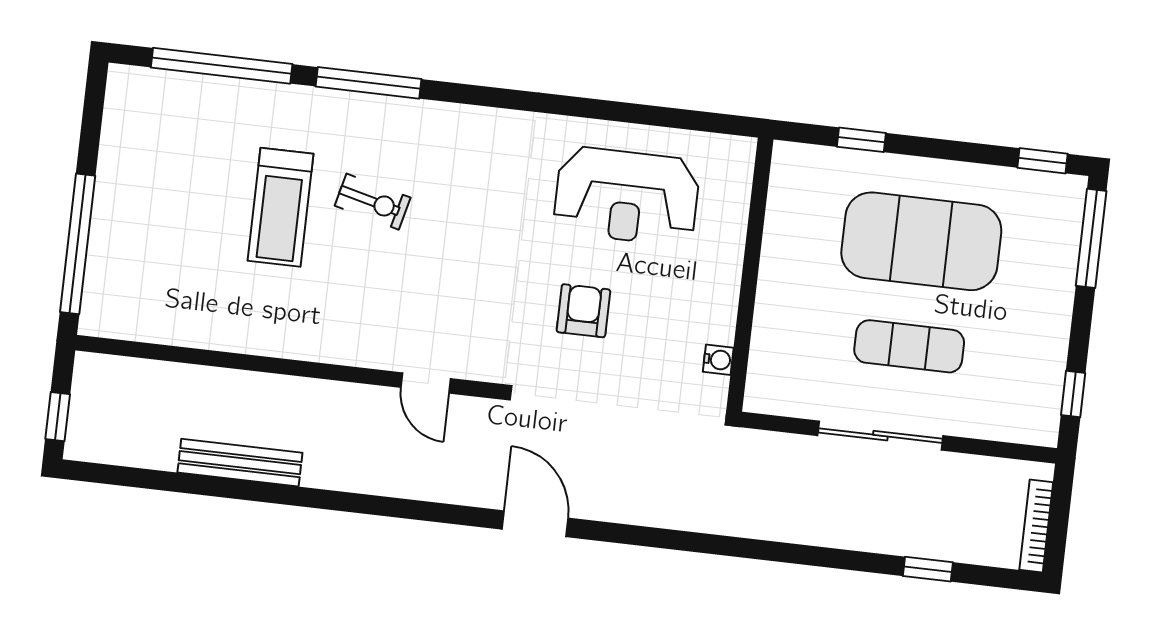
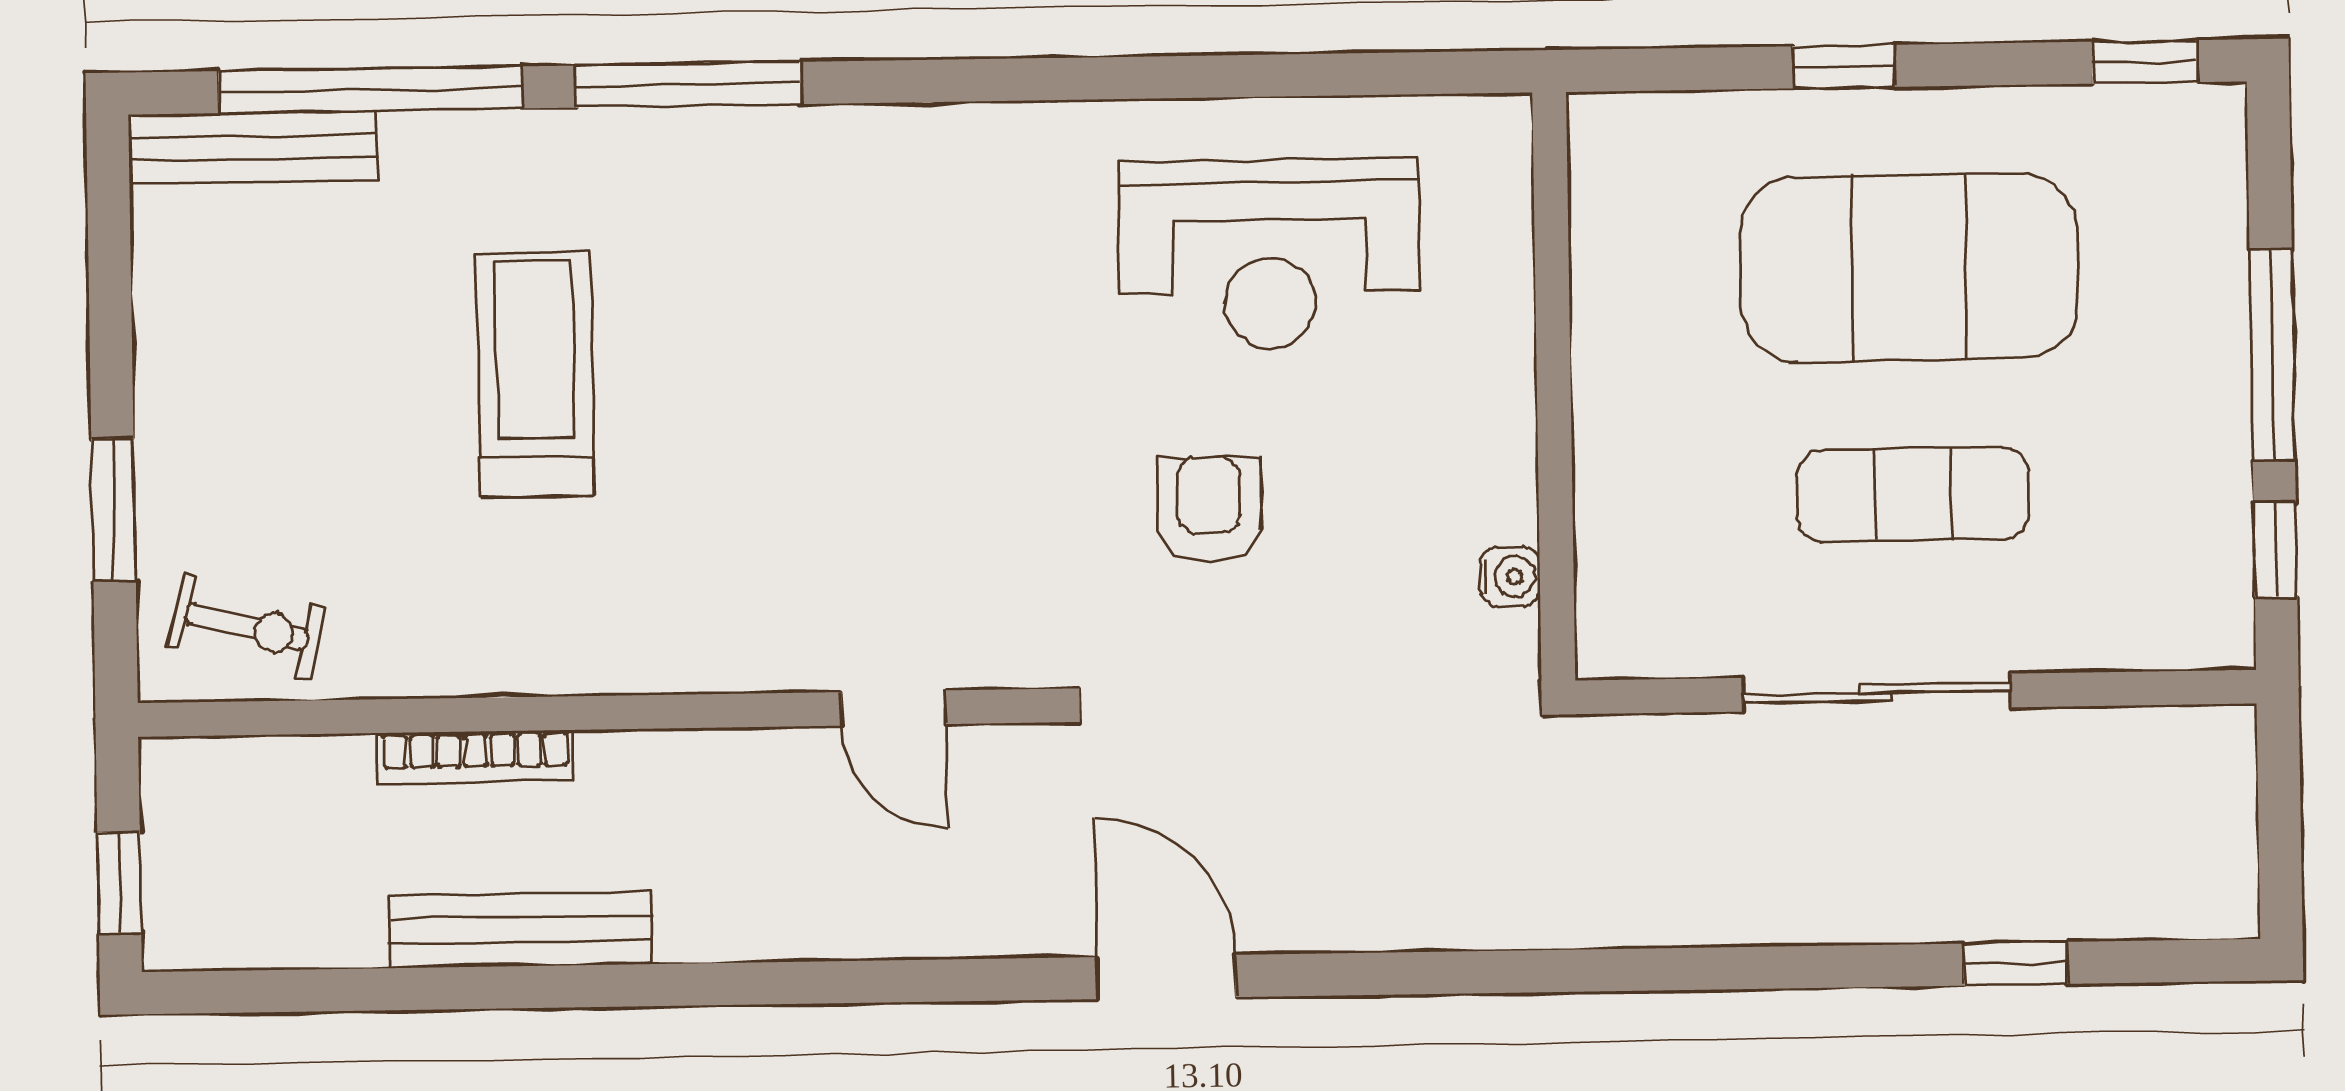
bench: (164, 85) -> (253, 147), added
window: (861, 140) -> (1843, 67), moved
exercise bike: (373, 202) -> (247, 627), moved
treadmill: (281, 207) -> (535, 374), turned 180
window: (1091, 238) -> (2272, 354), moved
window: (78, 244) -> (113, 509), width x0.47
bookcase: (1036, 526) -> (476, 756), moved, turned -90

